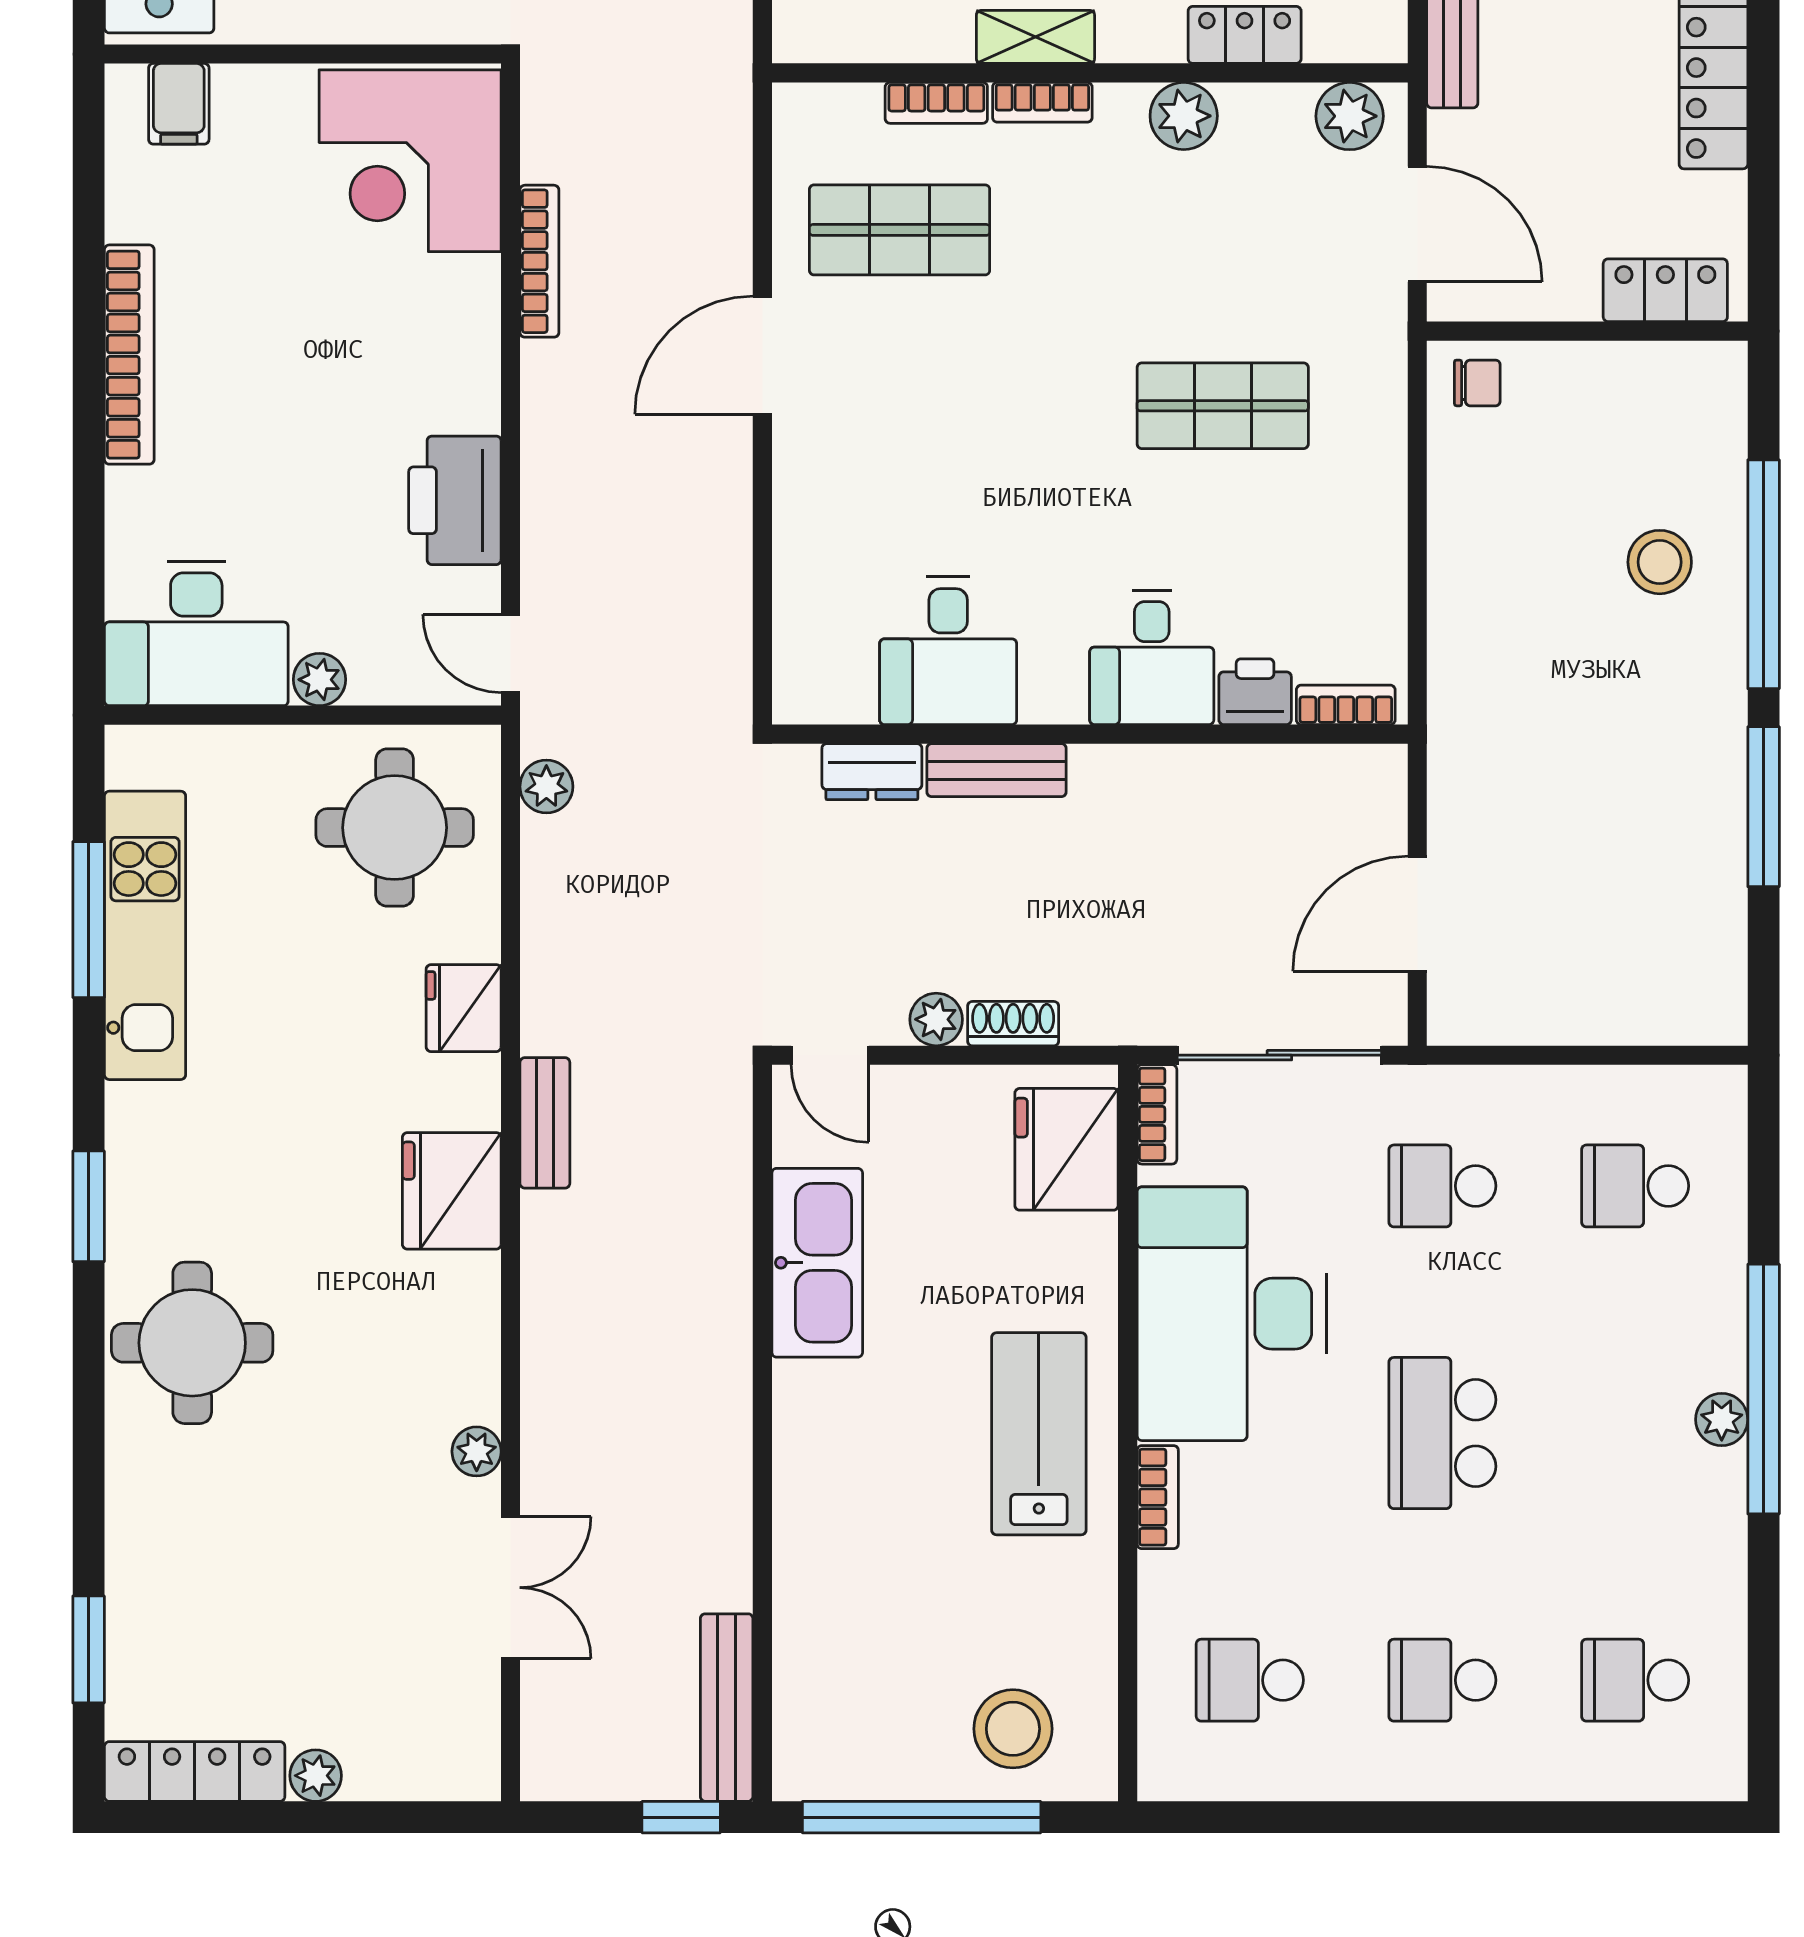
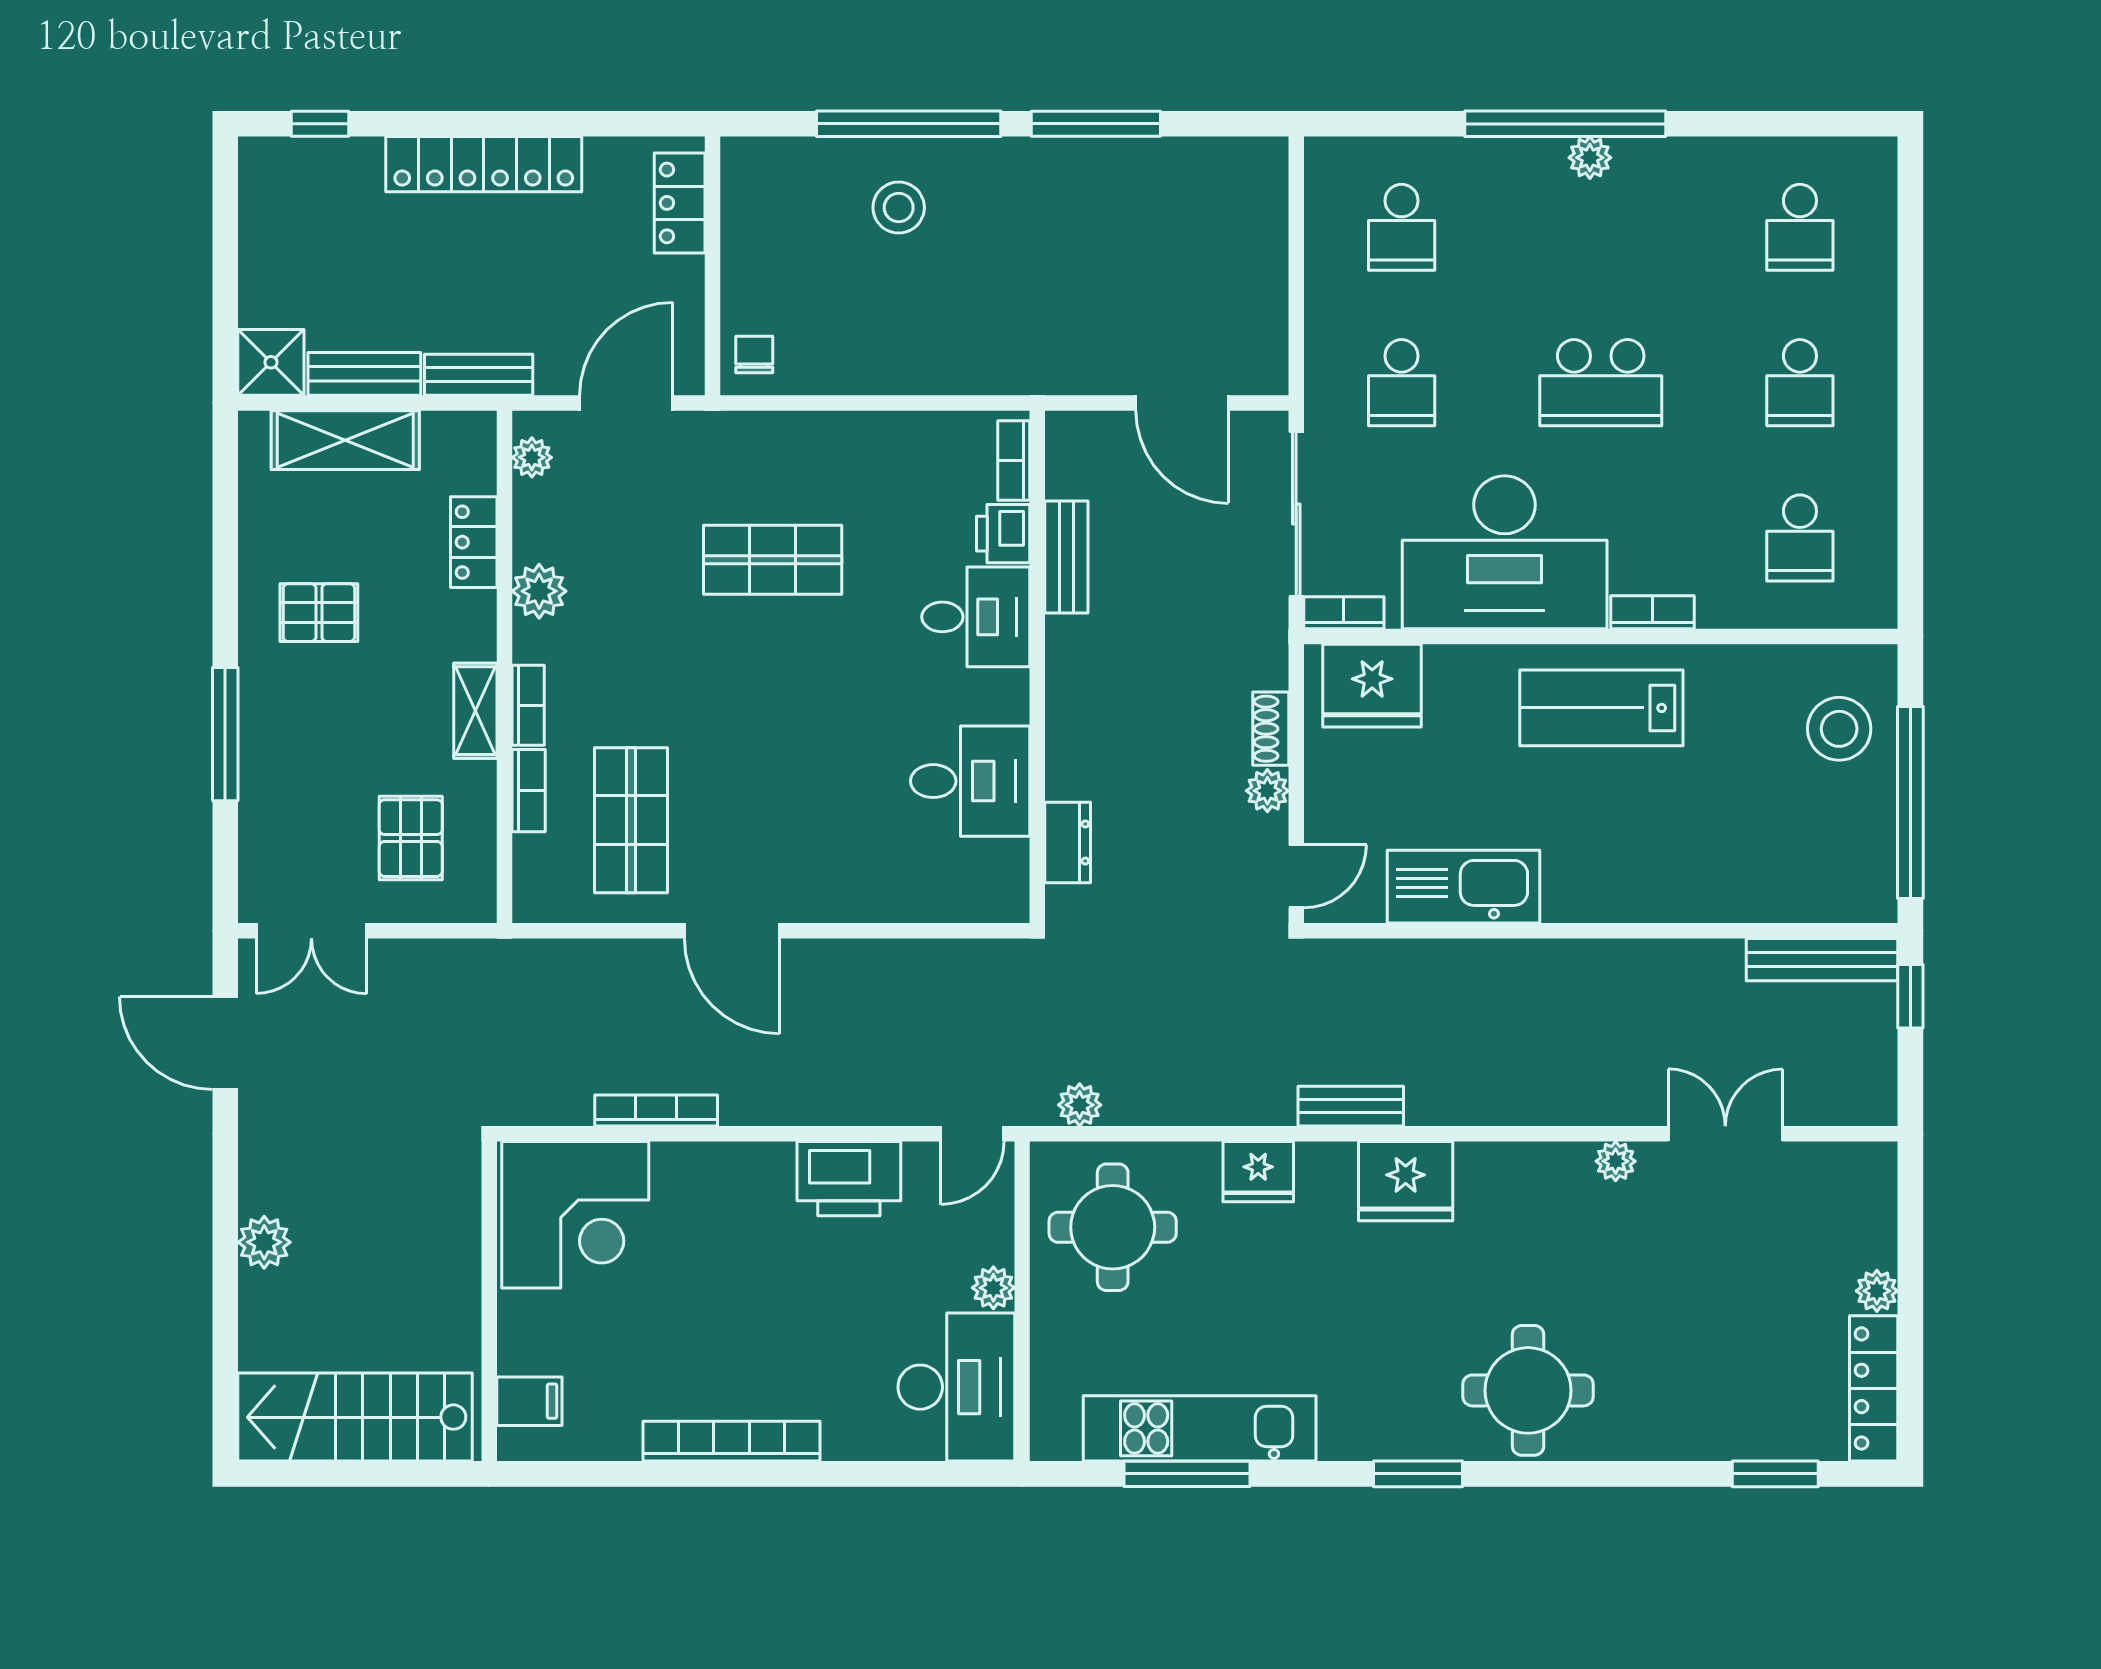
plant: (1350, 116) -> (532, 457), width x0.73, depth x0.73
shop shelf: (1223, 406) -> (773, 560), turned 90
bench: (997, 770) -> (1066, 557), moved

